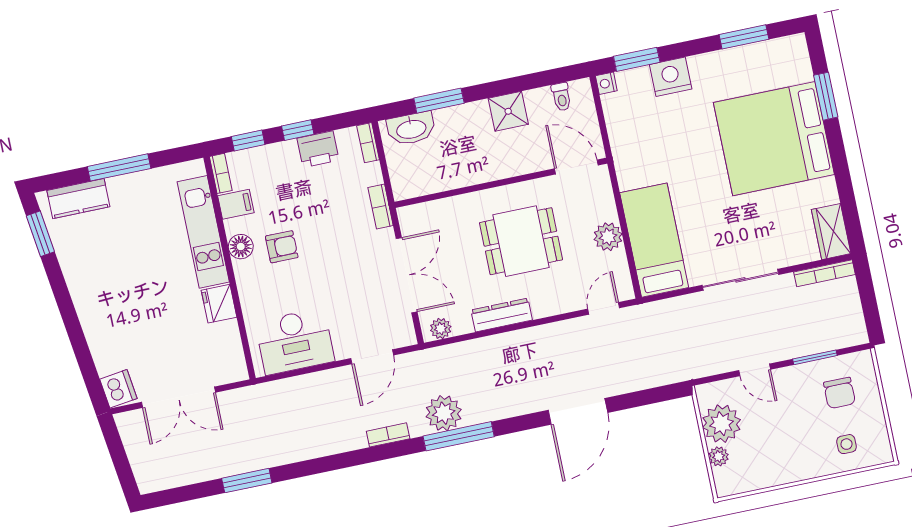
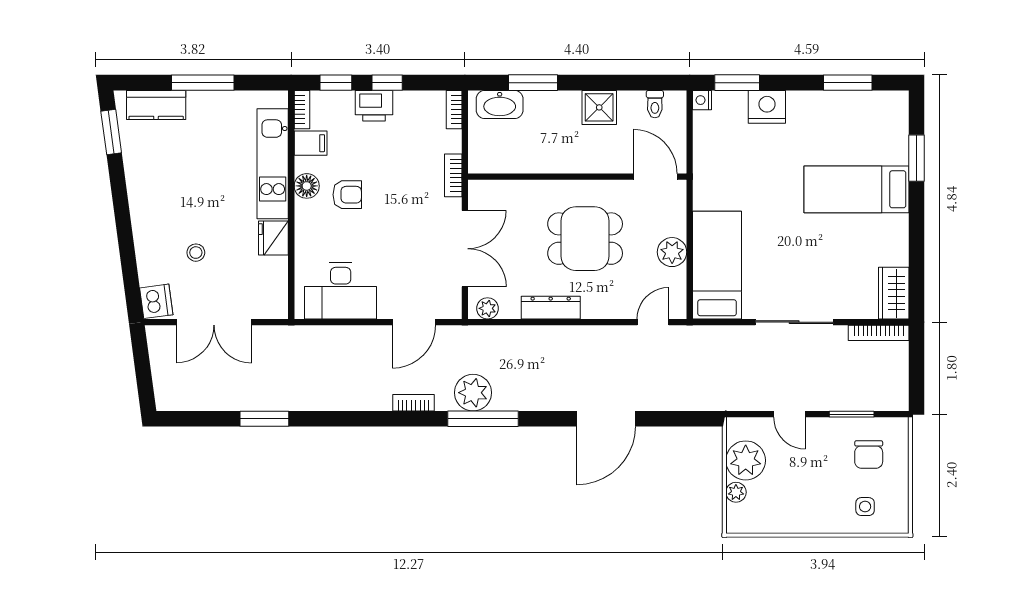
bed: (774, 139) -> (856, 189), width x0.49
printer: (318, 149) -> (374, 106), moved
stool: (147, 333) -> (196, 253), added

